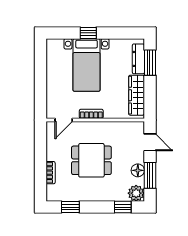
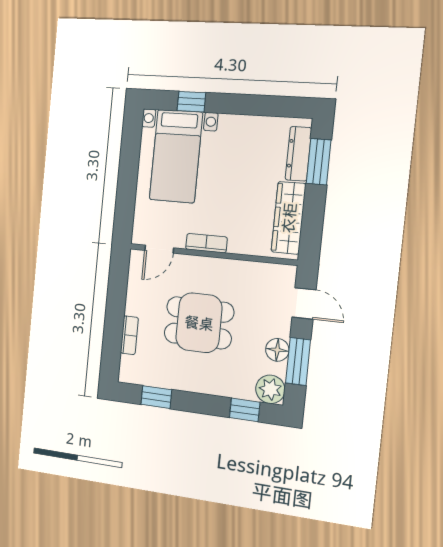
window: (88, 33) -> (191, 102), moved
bed with nightstands: (87, 65) -> (176, 156), moved

